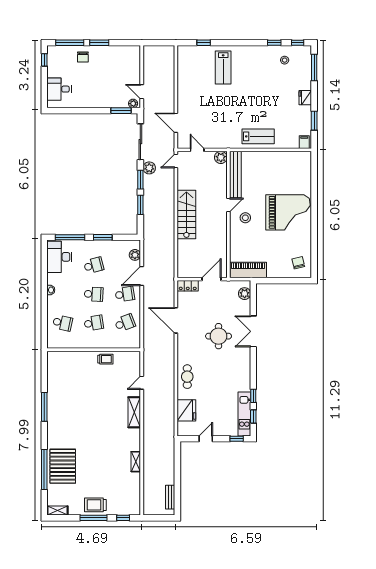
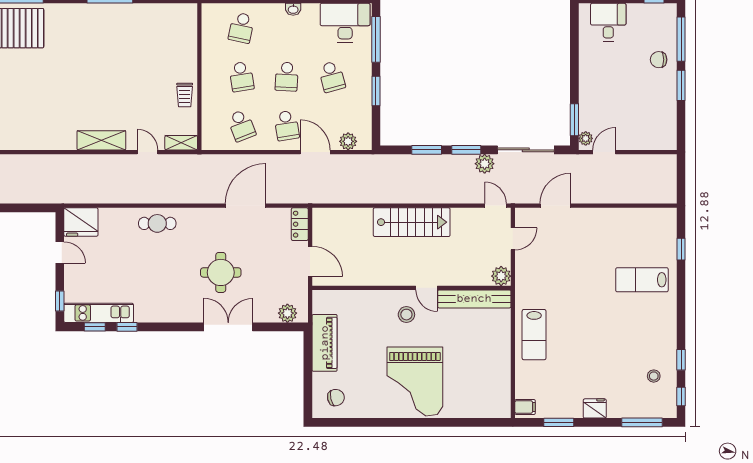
piano: (248, 270) -> (325, 343), moved
fridge: (186, 410) -> (81, 222), moved
shelving: (136, 462) -> (181, 143), moved

